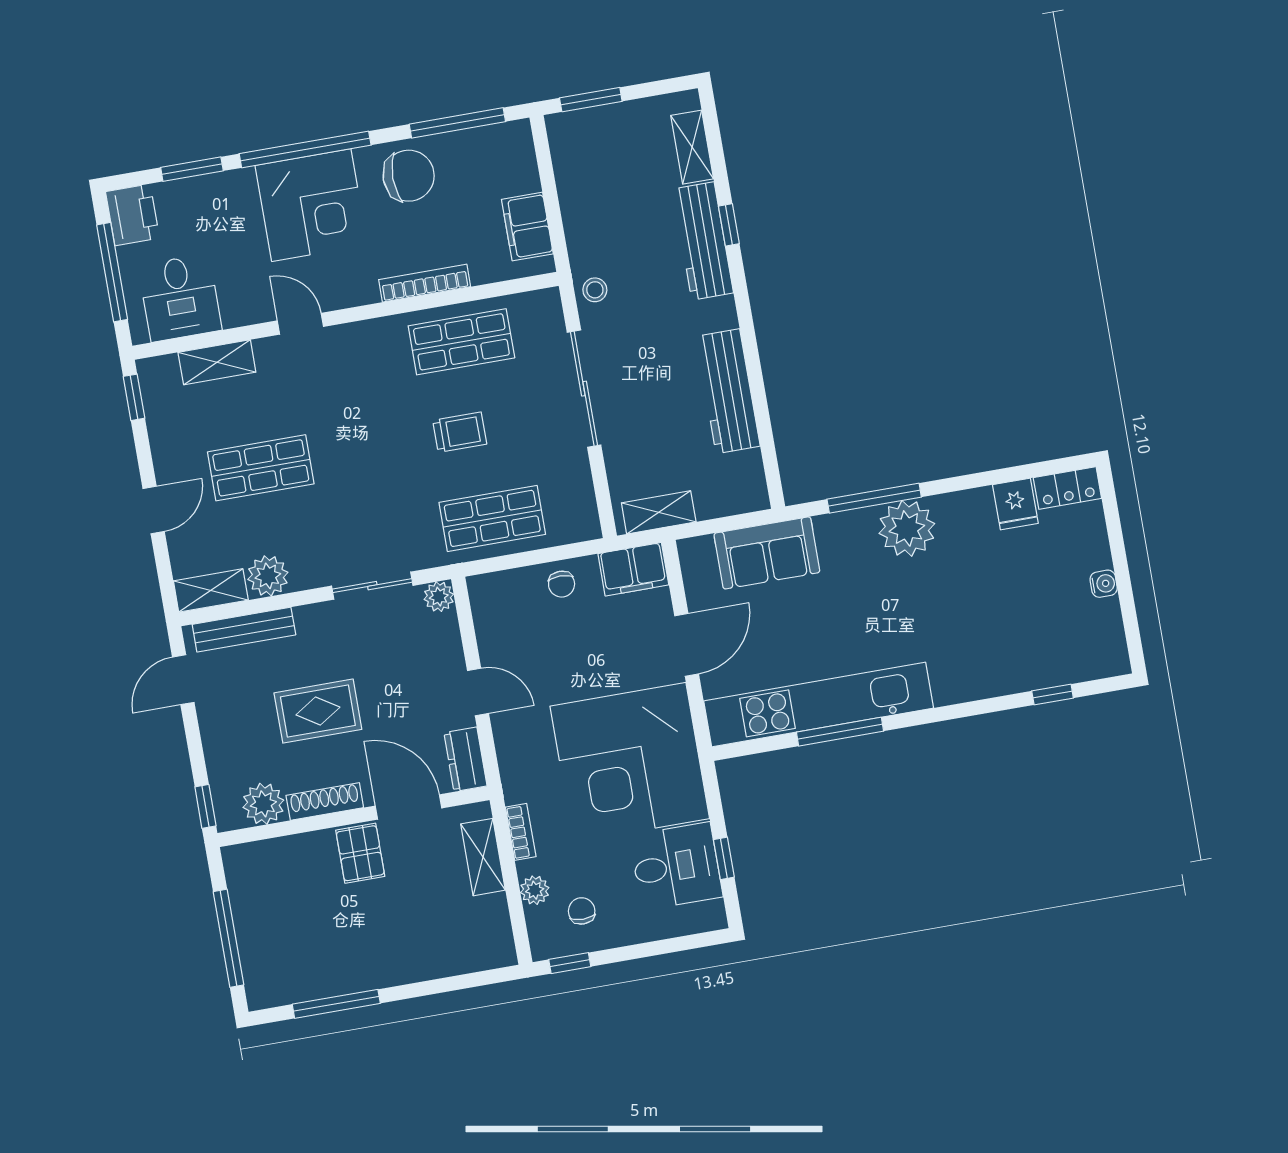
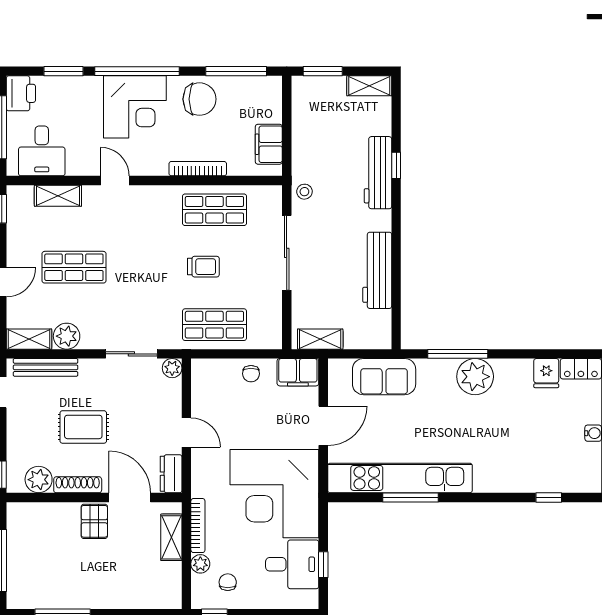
shelving: (692, 147) -> (369, 86), moved, turned 90
bookcase: (521, 832) -> (198, 526), width x1.56

